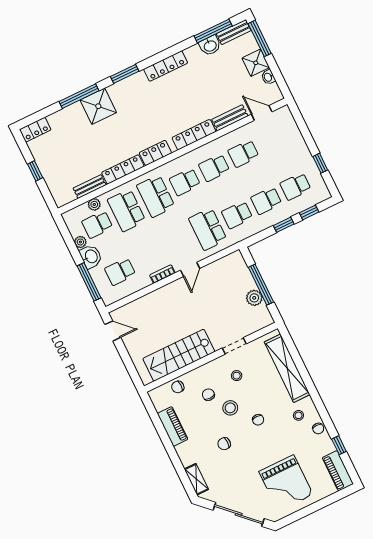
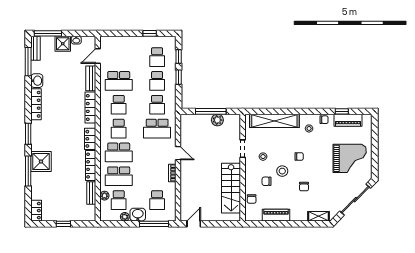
washbasin: (210, 46) -> (37, 81), moved
school desk: (243, 154) -> (119, 81), width x1.85
piano: (338, 471) -> (348, 120), moved

